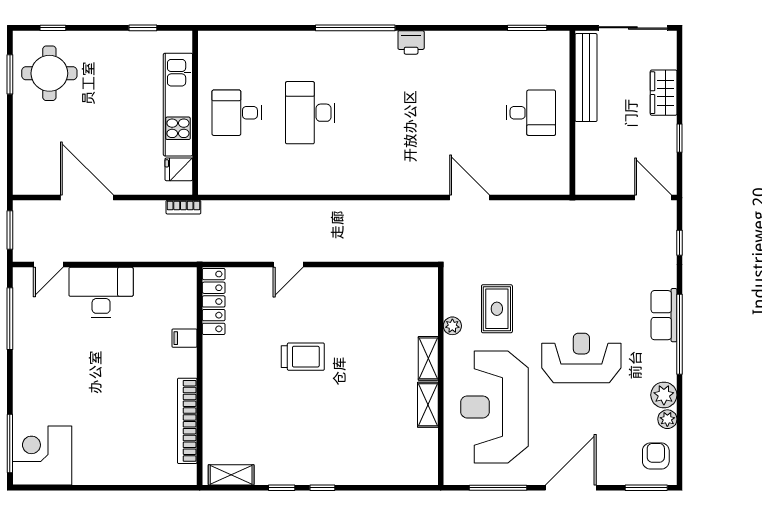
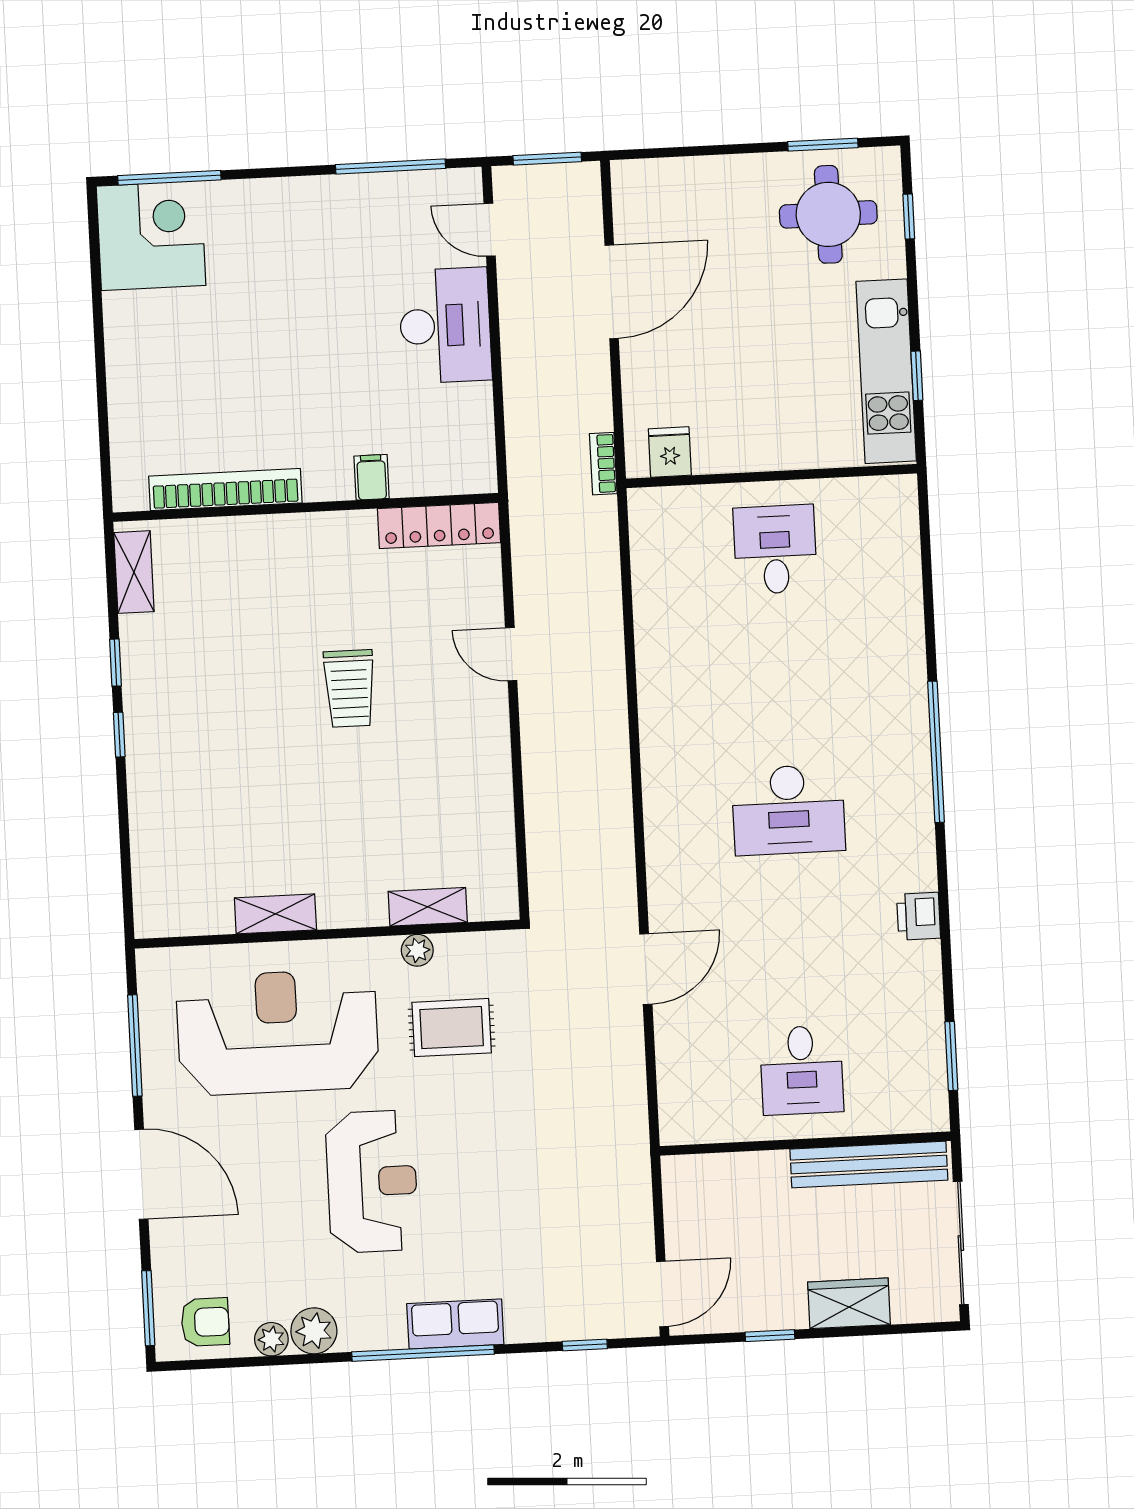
printer: (411, 42) -> (919, 916), moved
kitchen unit: (178, 105) -> (886, 371), moved, turned -90
desk: (310, 113) -> (788, 810), moved, turned 180
shelving: (428, 358) -> (428, 907), moved

